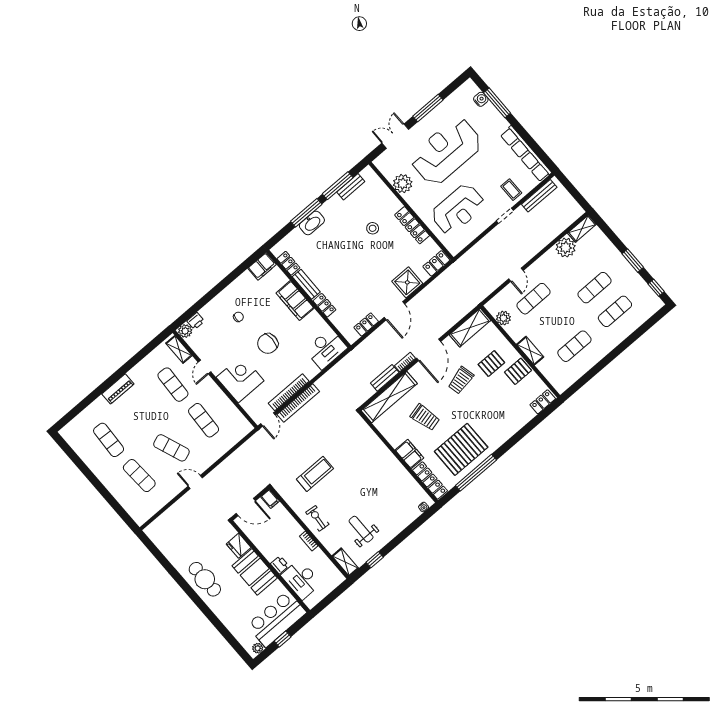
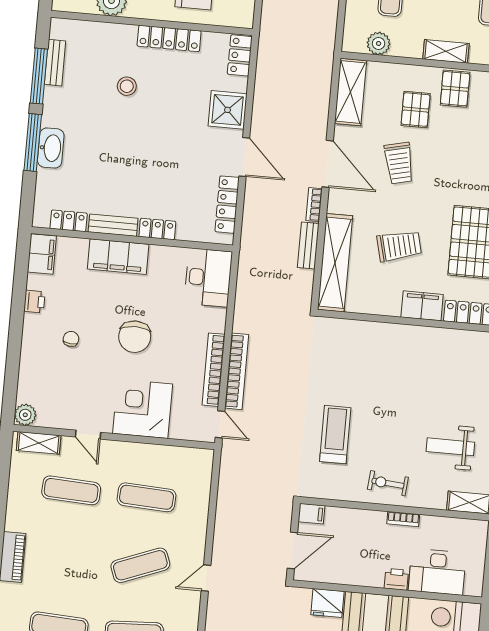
printer: (196, 321) -> (34, 302), moved
locker: (366, 324) -> (227, 205), width x1.53

